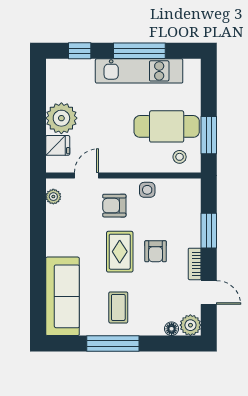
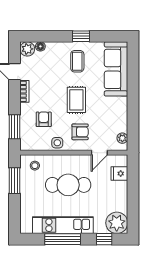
plant: (61, 118) -> (117, 223), moved
cafe table: (167, 126) -> (68, 185), moved
window: (209, 231) -> (15, 127), moved
armchair: (156, 251) -> (44, 119), moved
window: (113, 344) -> (81, 36), width x0.46

